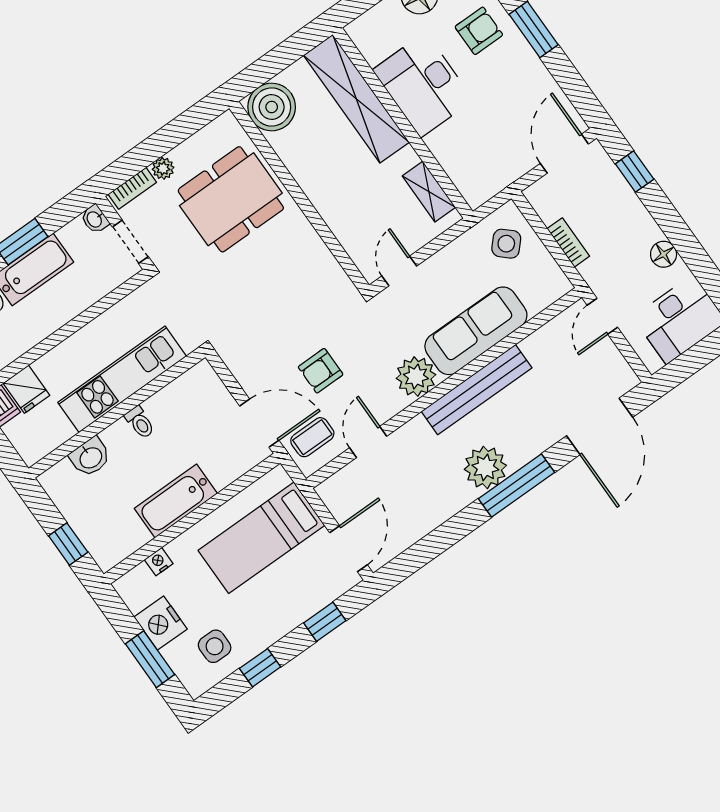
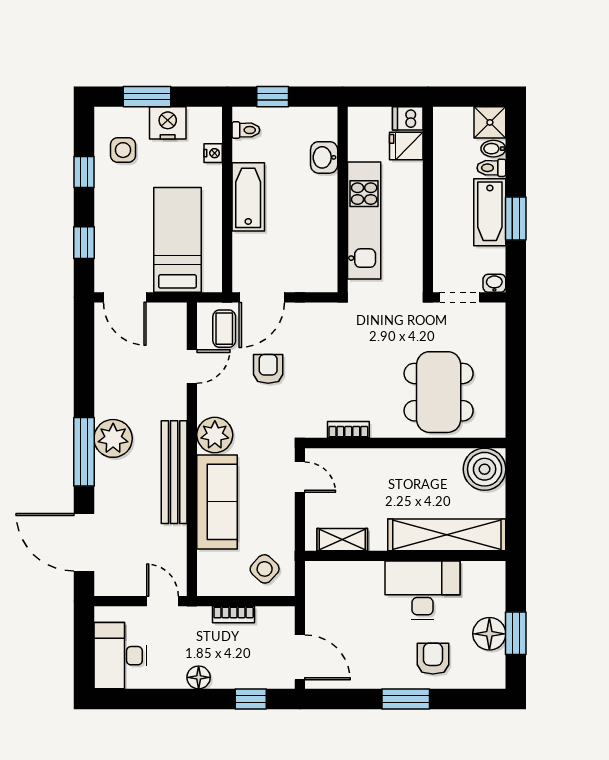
armchair: (479, 31) -> (433, 659), turned 180
plant: (163, 168) -> (496, 359), removed
bookcase: (132, 188) -> (348, 430), moved, turned 90
floor lamp: (664, 254) -> (199, 677), moved
toilet: (140, 422) -> (246, 130), moved, turned 180
door: (368, 442) -> (192, 367), hinge flipped

